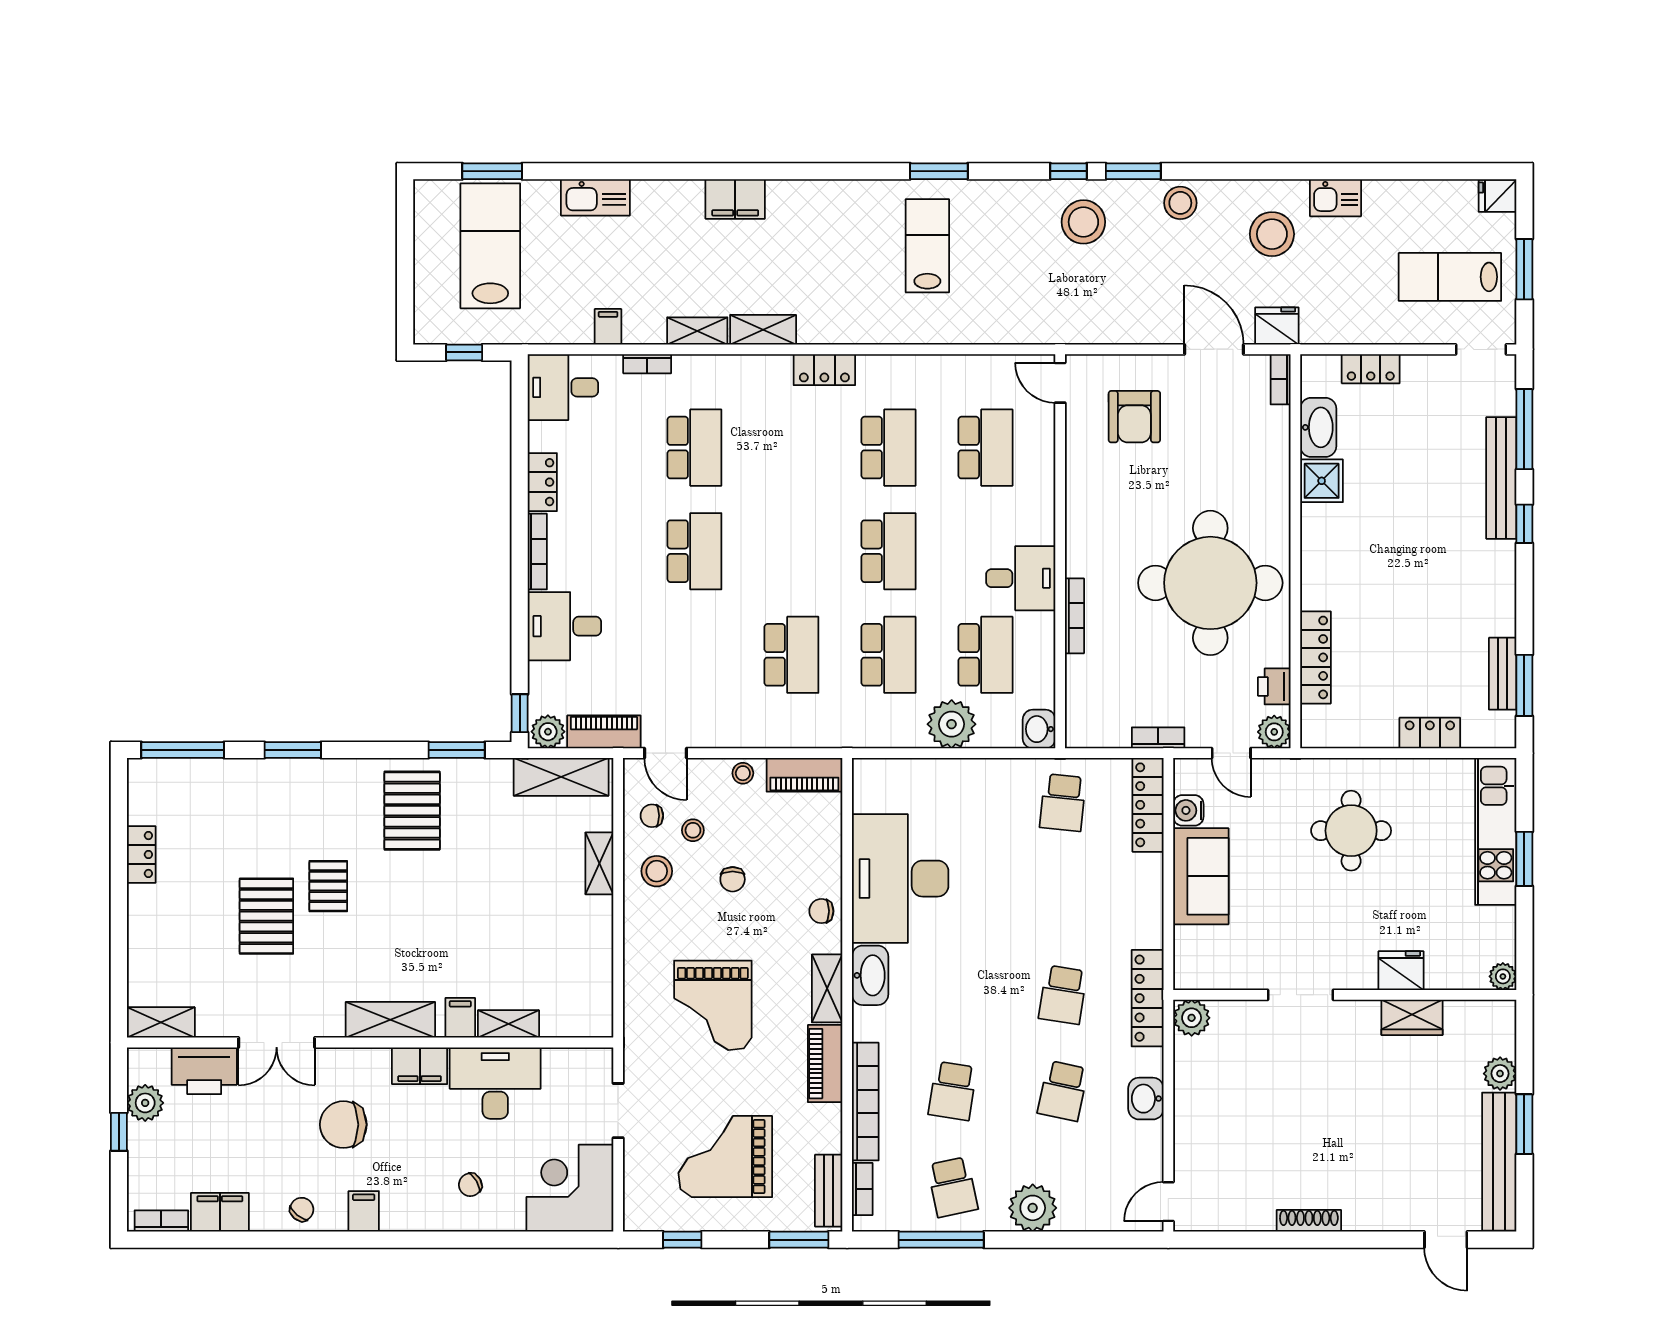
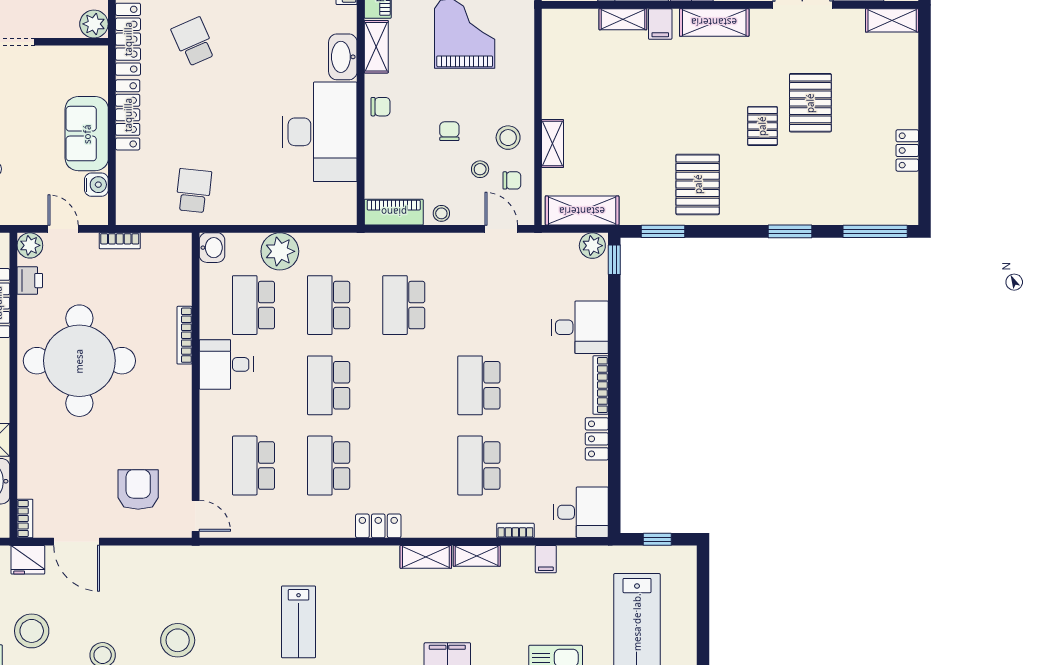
piano: (604, 732) -> (549, 245), removed
locker: (1148, 805) -> (128, 115), moved
school desk: (1063, 995) -> (194, 42), turned -33

